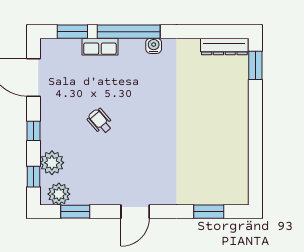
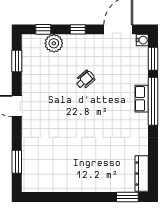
water cooler: (154, 46) -> (142, 40), moved
row of seats: (100, 47) -> (142, 99), moved
plant: (59, 194) -> (30, 49), removed

